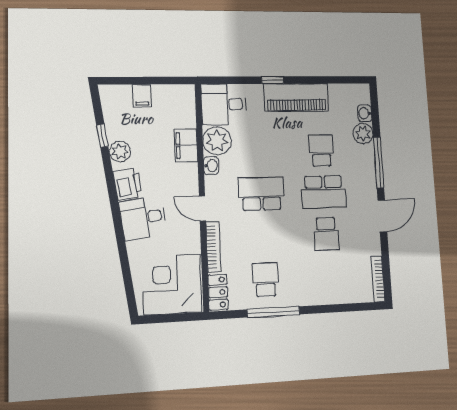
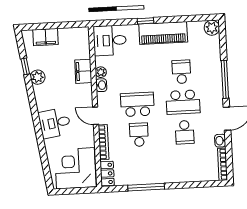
filing cabinet: (142, 96) -> (46, 37), width x2.00
washbasin: (365, 113) -> (220, 141), moved
plant: (363, 133) -> (212, 28), moved
plant: (217, 141) -> (101, 72), width x0.53, depth x0.53
printer: (128, 184) -> (44, 100), removed
school desk: (266, 280) -> (139, 135), moved

